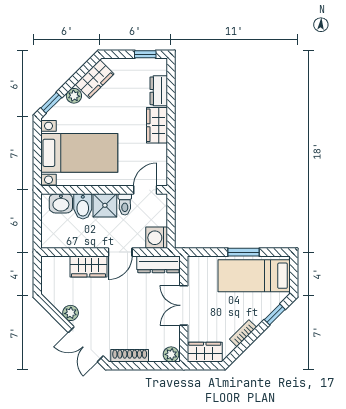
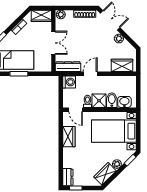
dresser: (159, 91) -> (68, 177), moved
wardrobe: (157, 125) -> (69, 137), moved
door: (145, 190) -> (76, 110), hinge flipped
wardrobe: (88, 266) -> (122, 65), moved

